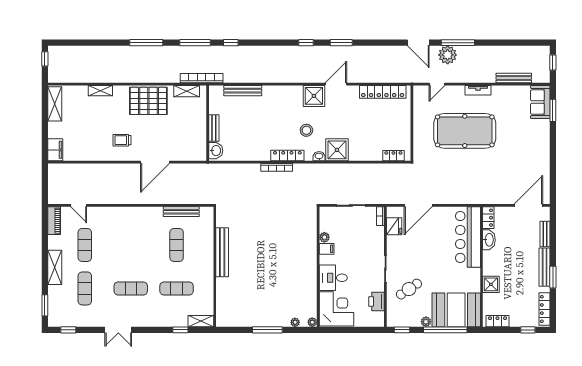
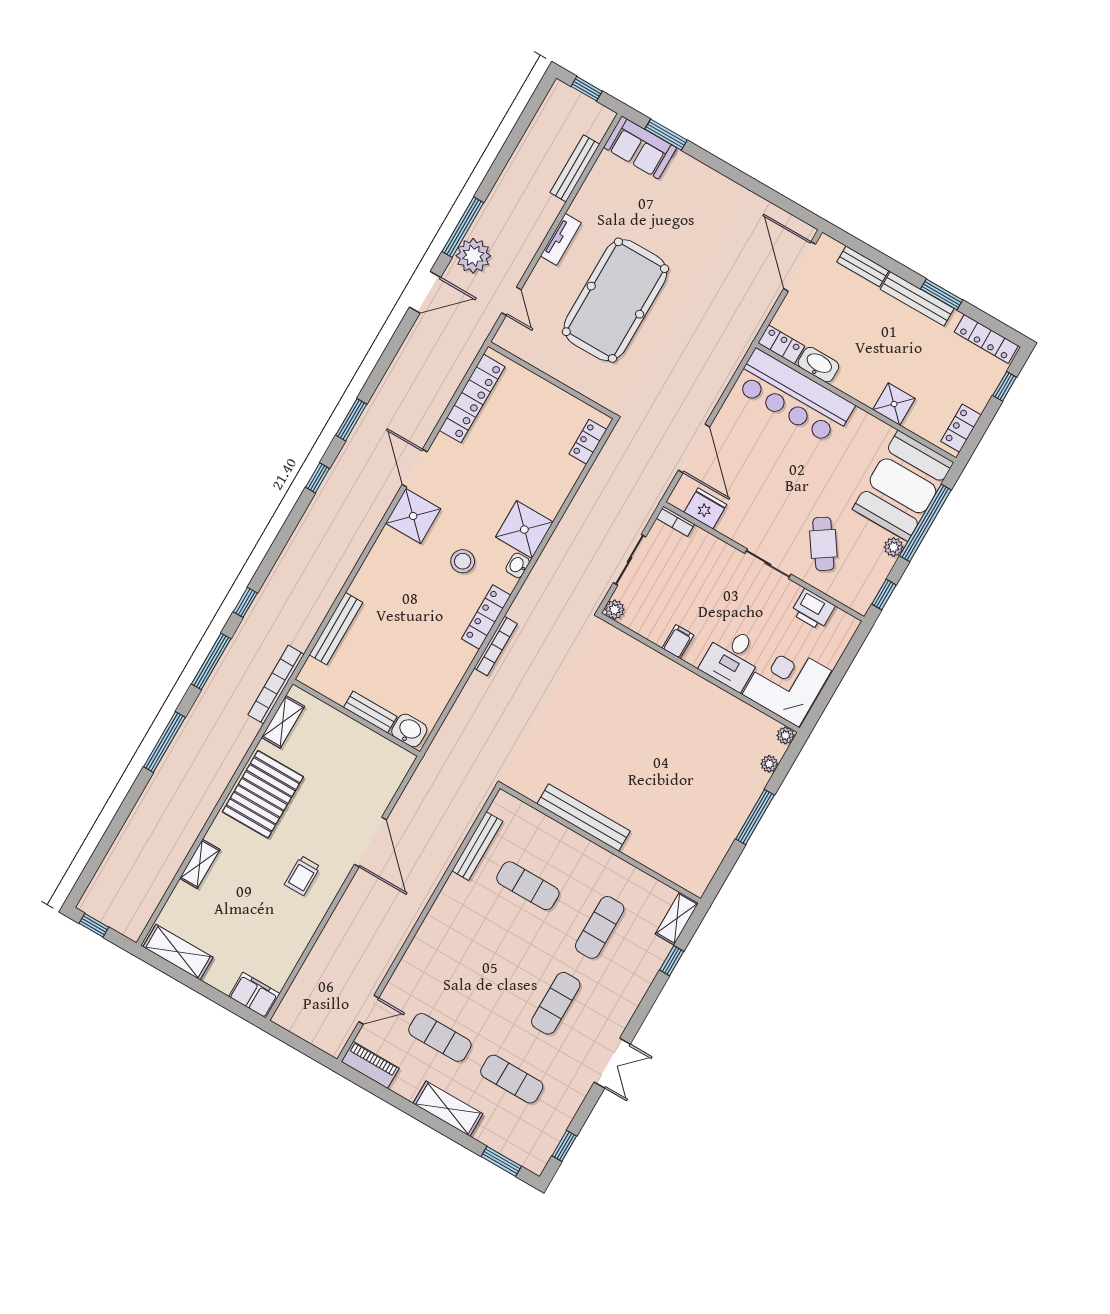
plant: (324, 237) -> (615, 610), moved

